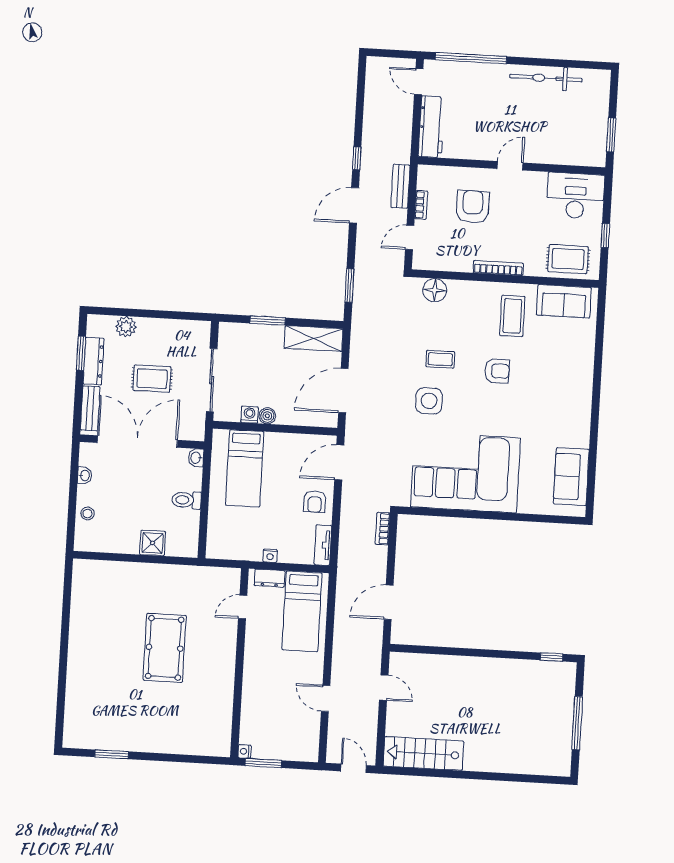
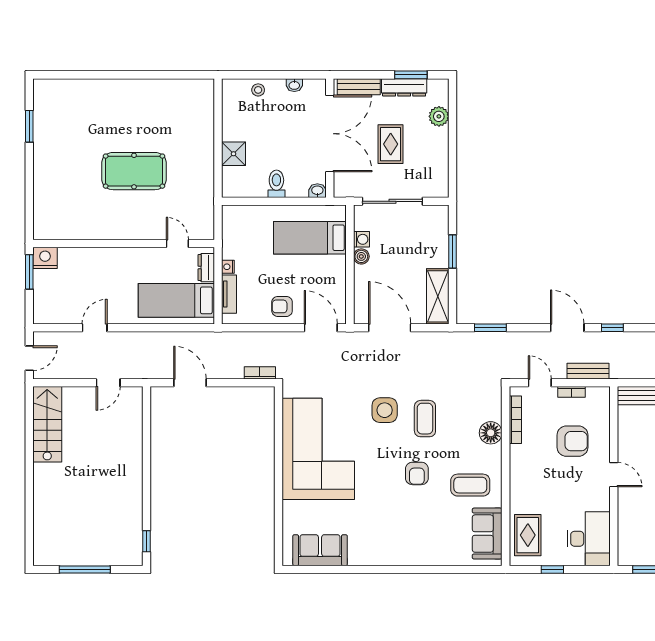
bookcase: (498, 268) -> (515, 420), moved
floor lamp: (435, 290) -> (491, 433), moved
coffee table: (440, 359) -> (425, 419), width x1.36, depth x1.30
tv unit: (323, 545) -> (229, 294), moved, turned 90
nightstand: (244, 751) -> (45, 258), width x1.89, depth x1.79

